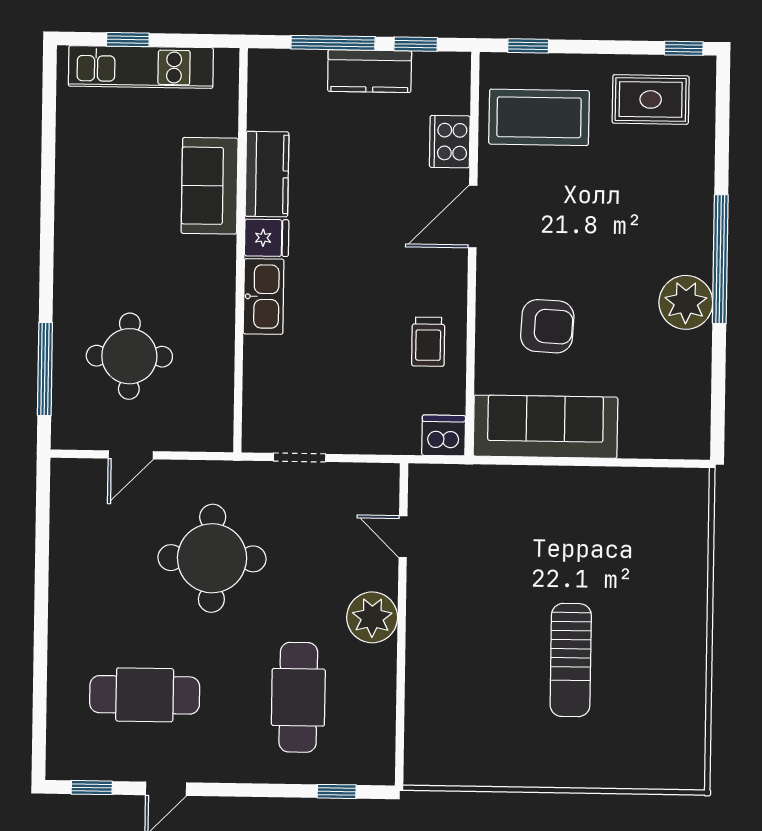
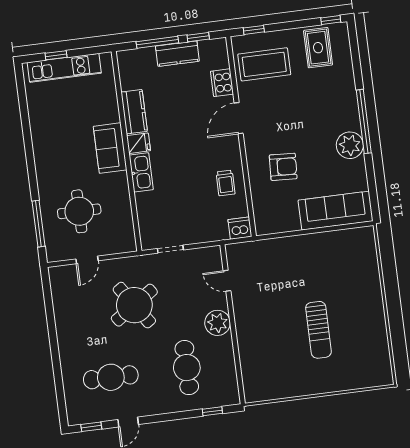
rug: (651, 99) -> (318, 48), turned 90
sofa: (210, 186) -> (110, 148), moved
sofa: (545, 427) -> (336, 211), moved
round table: (212, 558) -> (134, 305), turned -34

